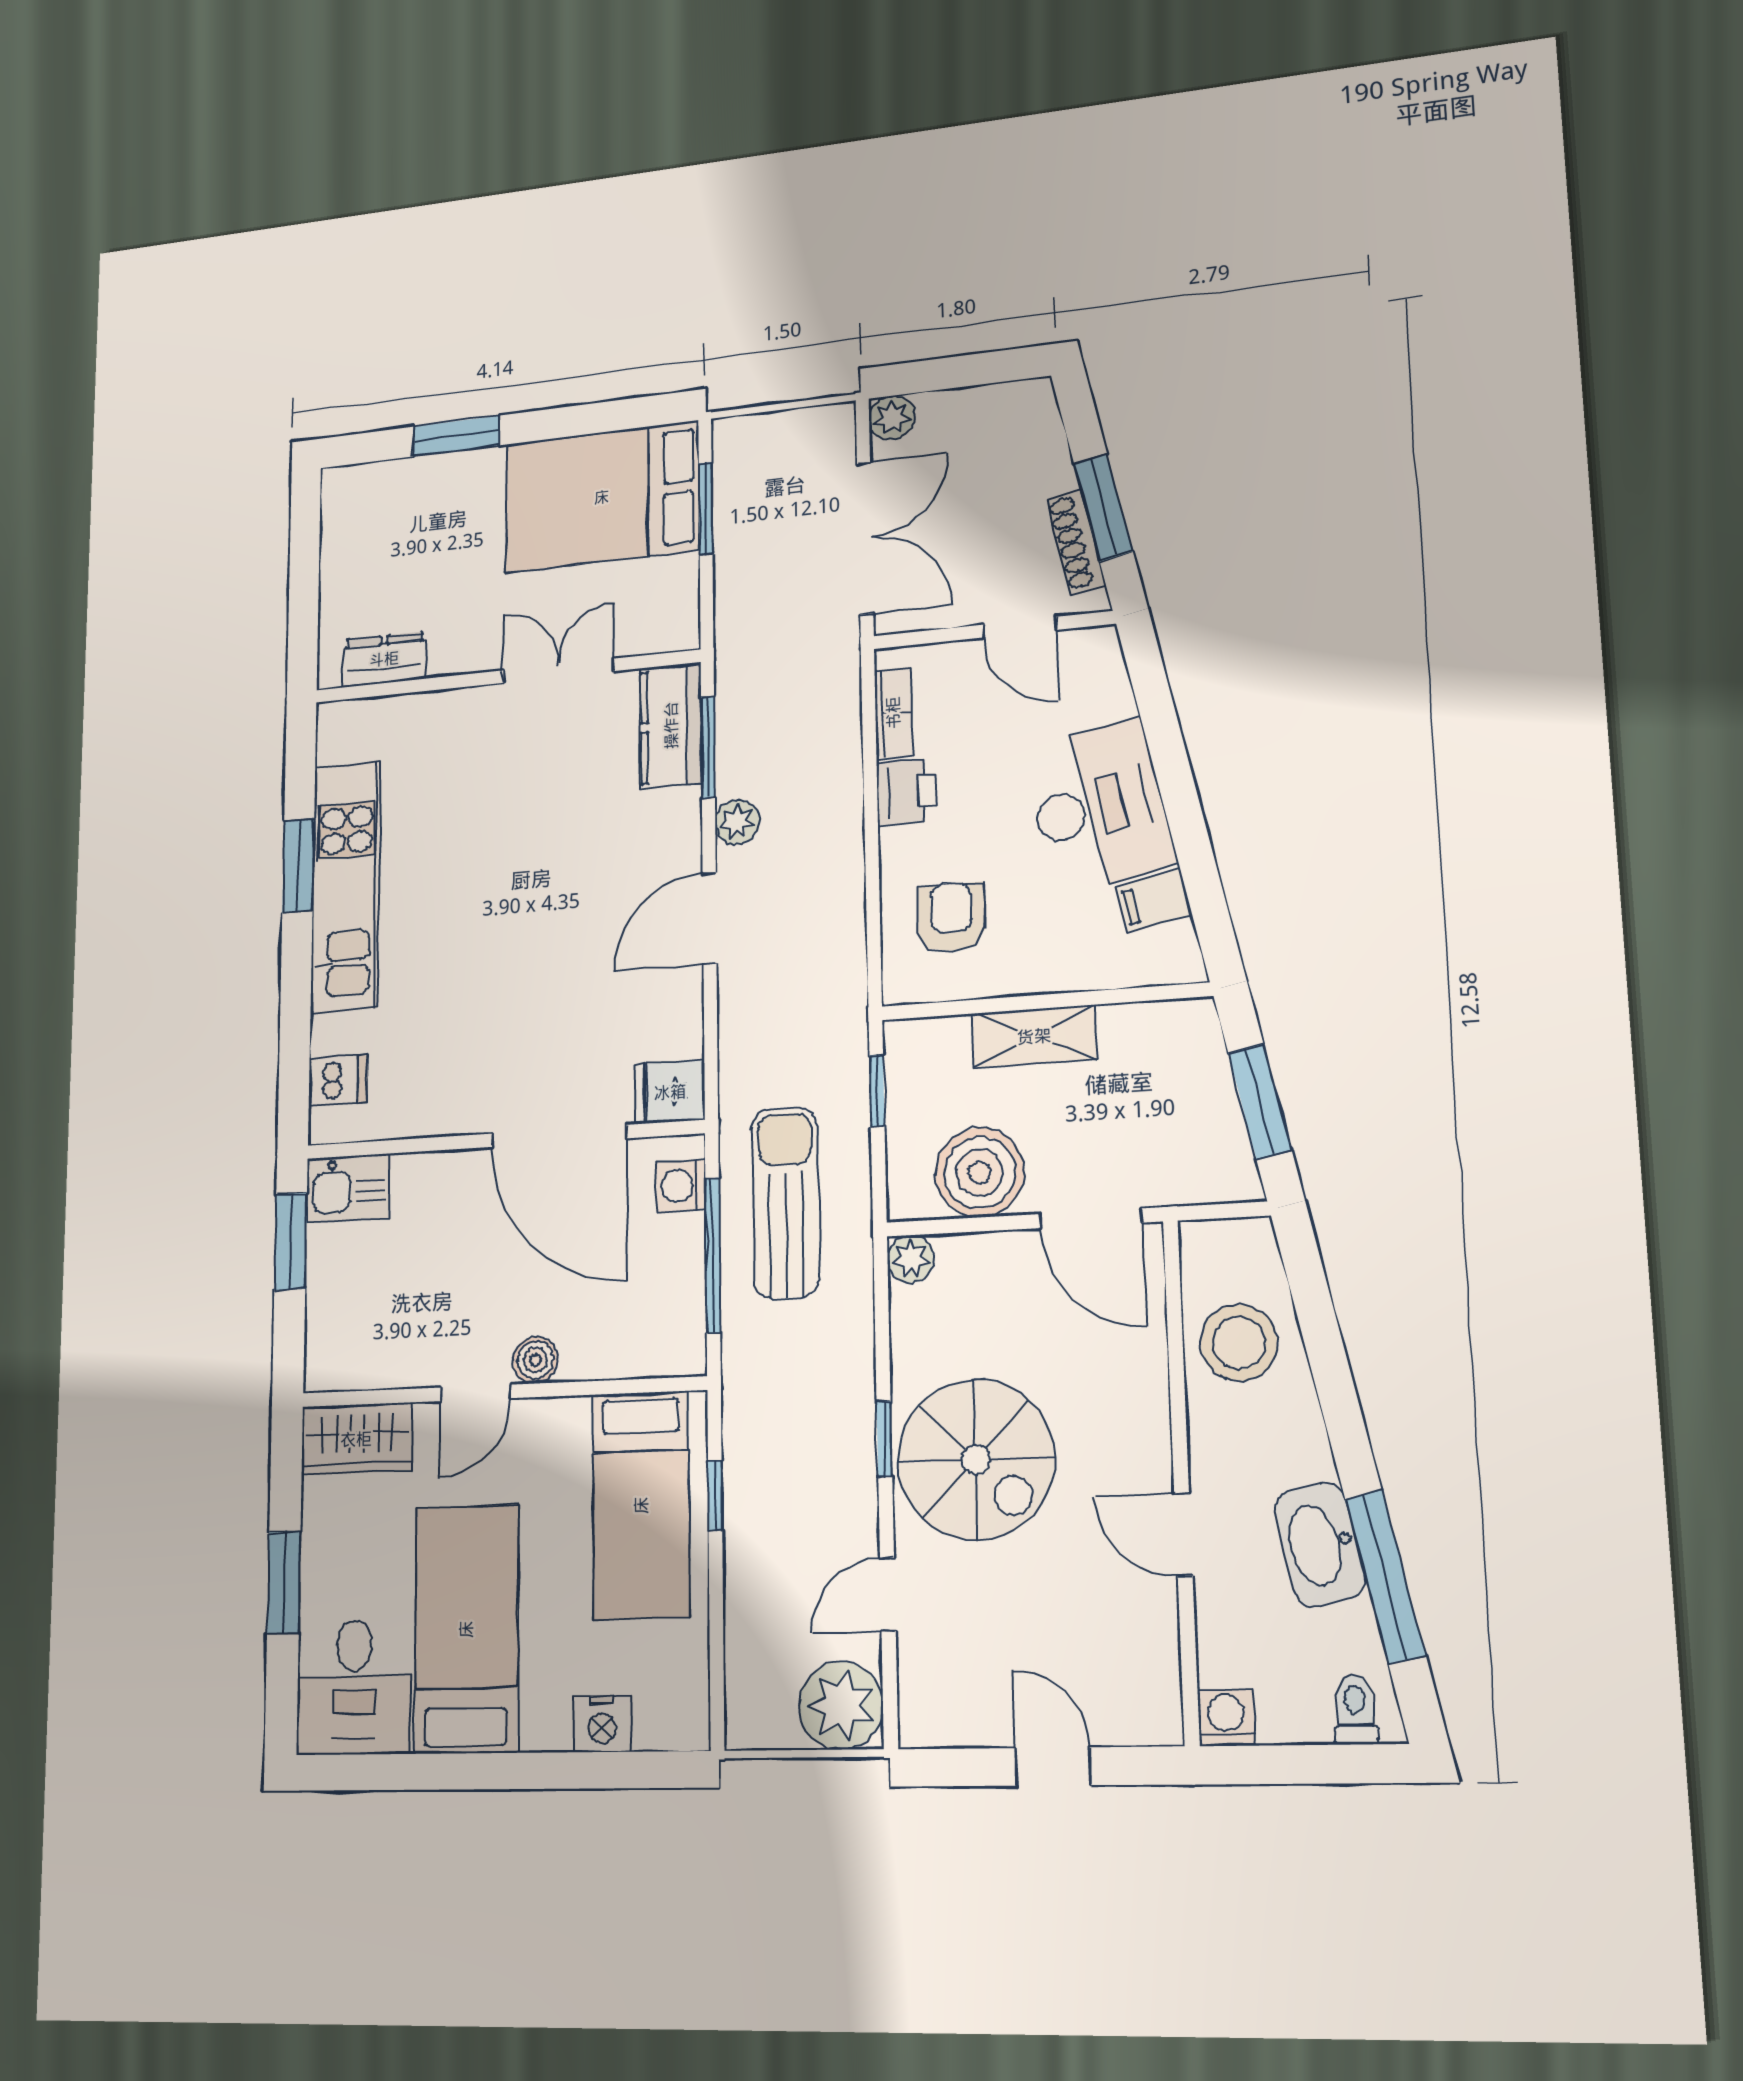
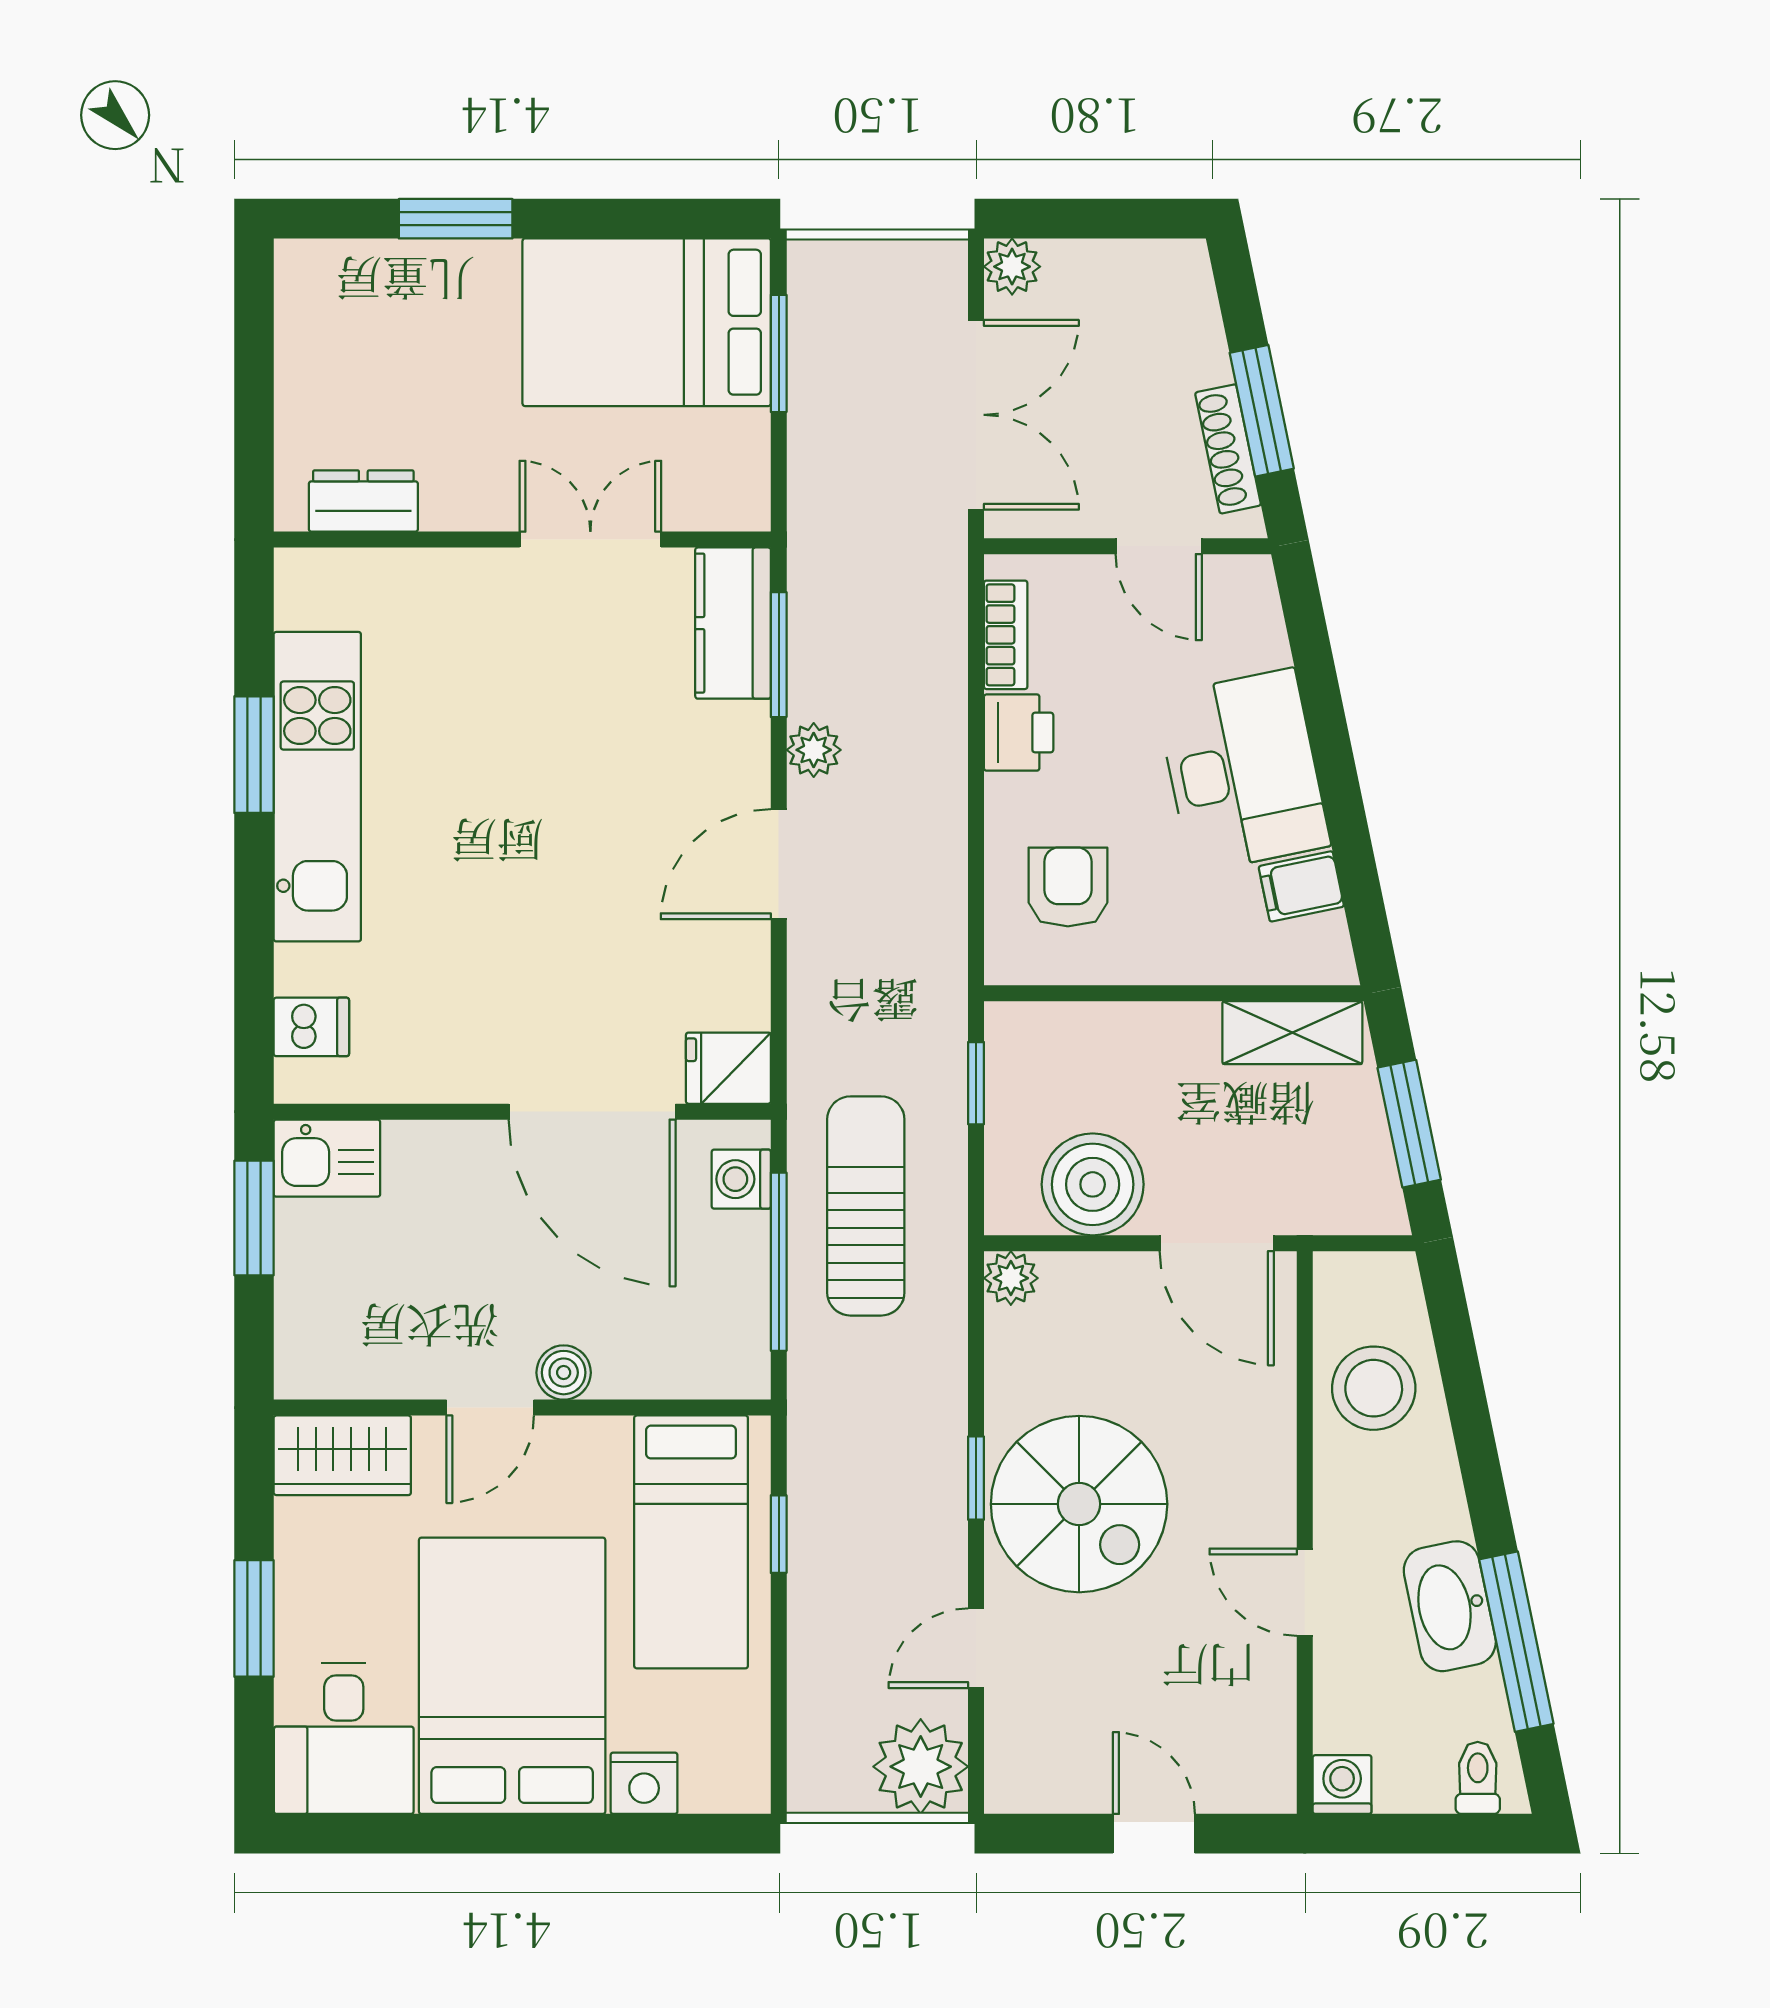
shelving: (1034, 1036) -> (1292, 1033), moved
bed: (466, 1629) -> (512, 1676), width x1.50

